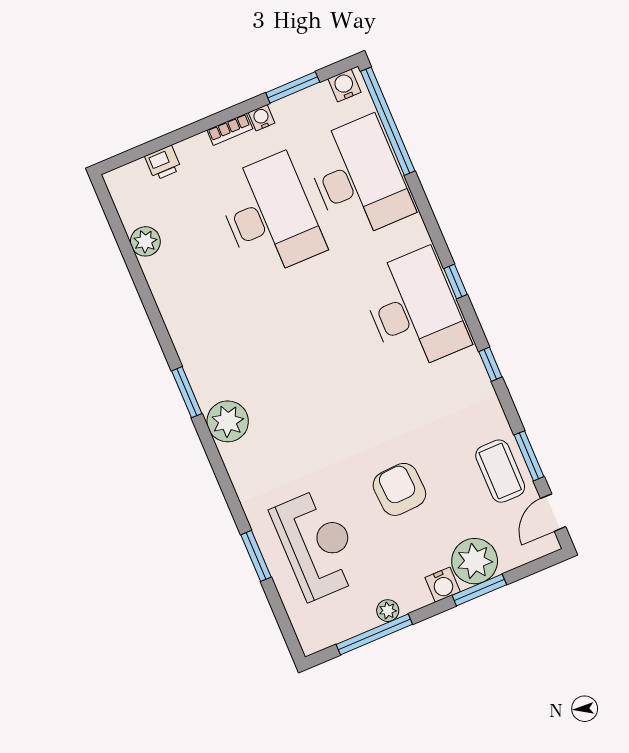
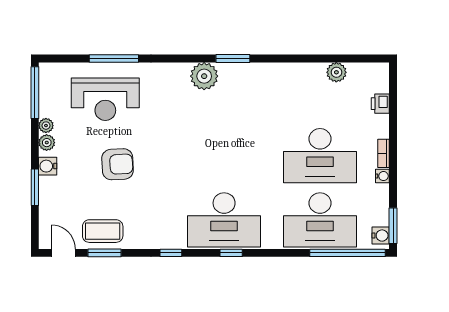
window: (293, 87) -> (393, 226), moved
window: (256, 556) -> (114, 59), width x1.44
plant: (475, 561) -> (47, 143), moved, width x0.53, depth x0.53
window: (374, 634) -> (35, 93), moved

